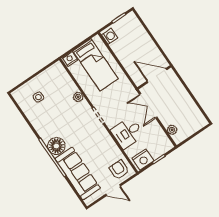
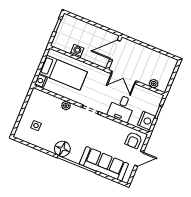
washing machine: (110, 36) -> (77, 51), moved
floor lamp: (56, 146) -> (62, 149), moved
armchair: (119, 170) -> (134, 140), turned -90

